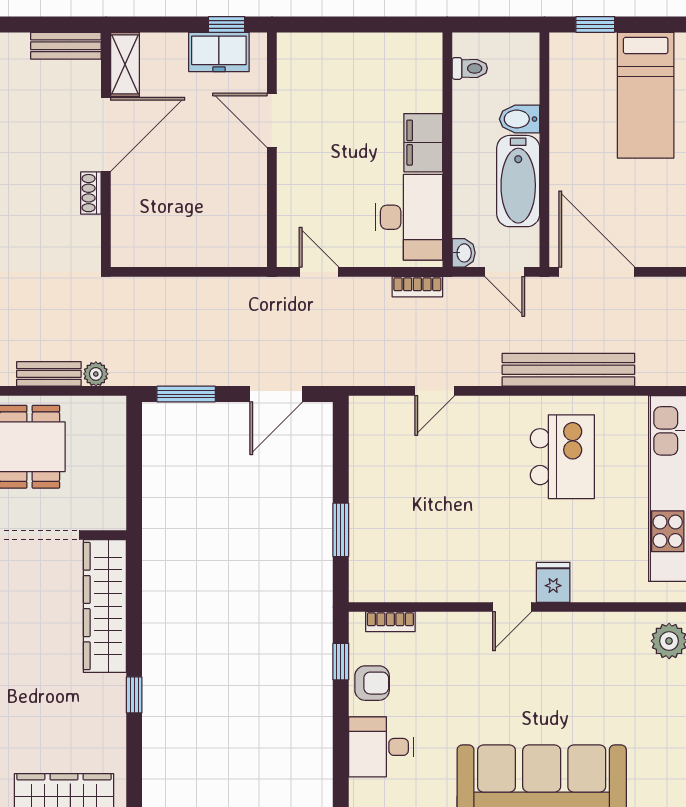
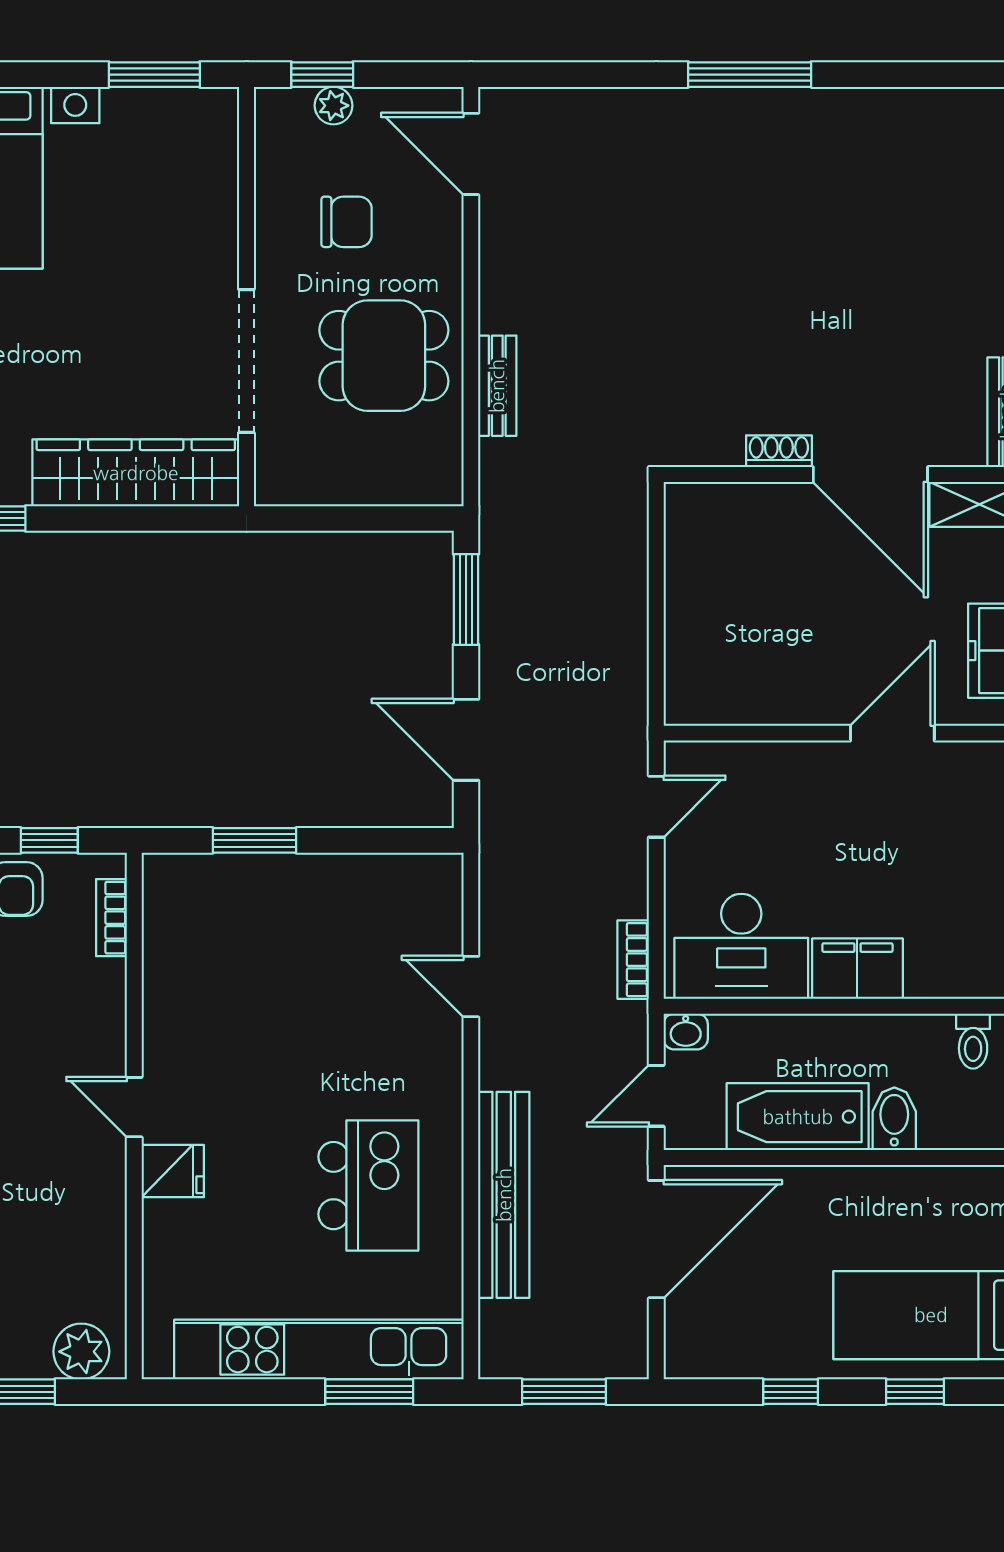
plant: (96, 374) -> (497, 459), removed
kitchen island: (562, 457) -> (368, 1186), turned -90

